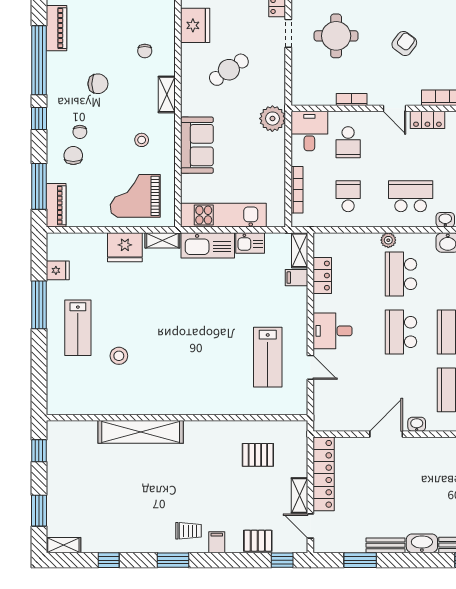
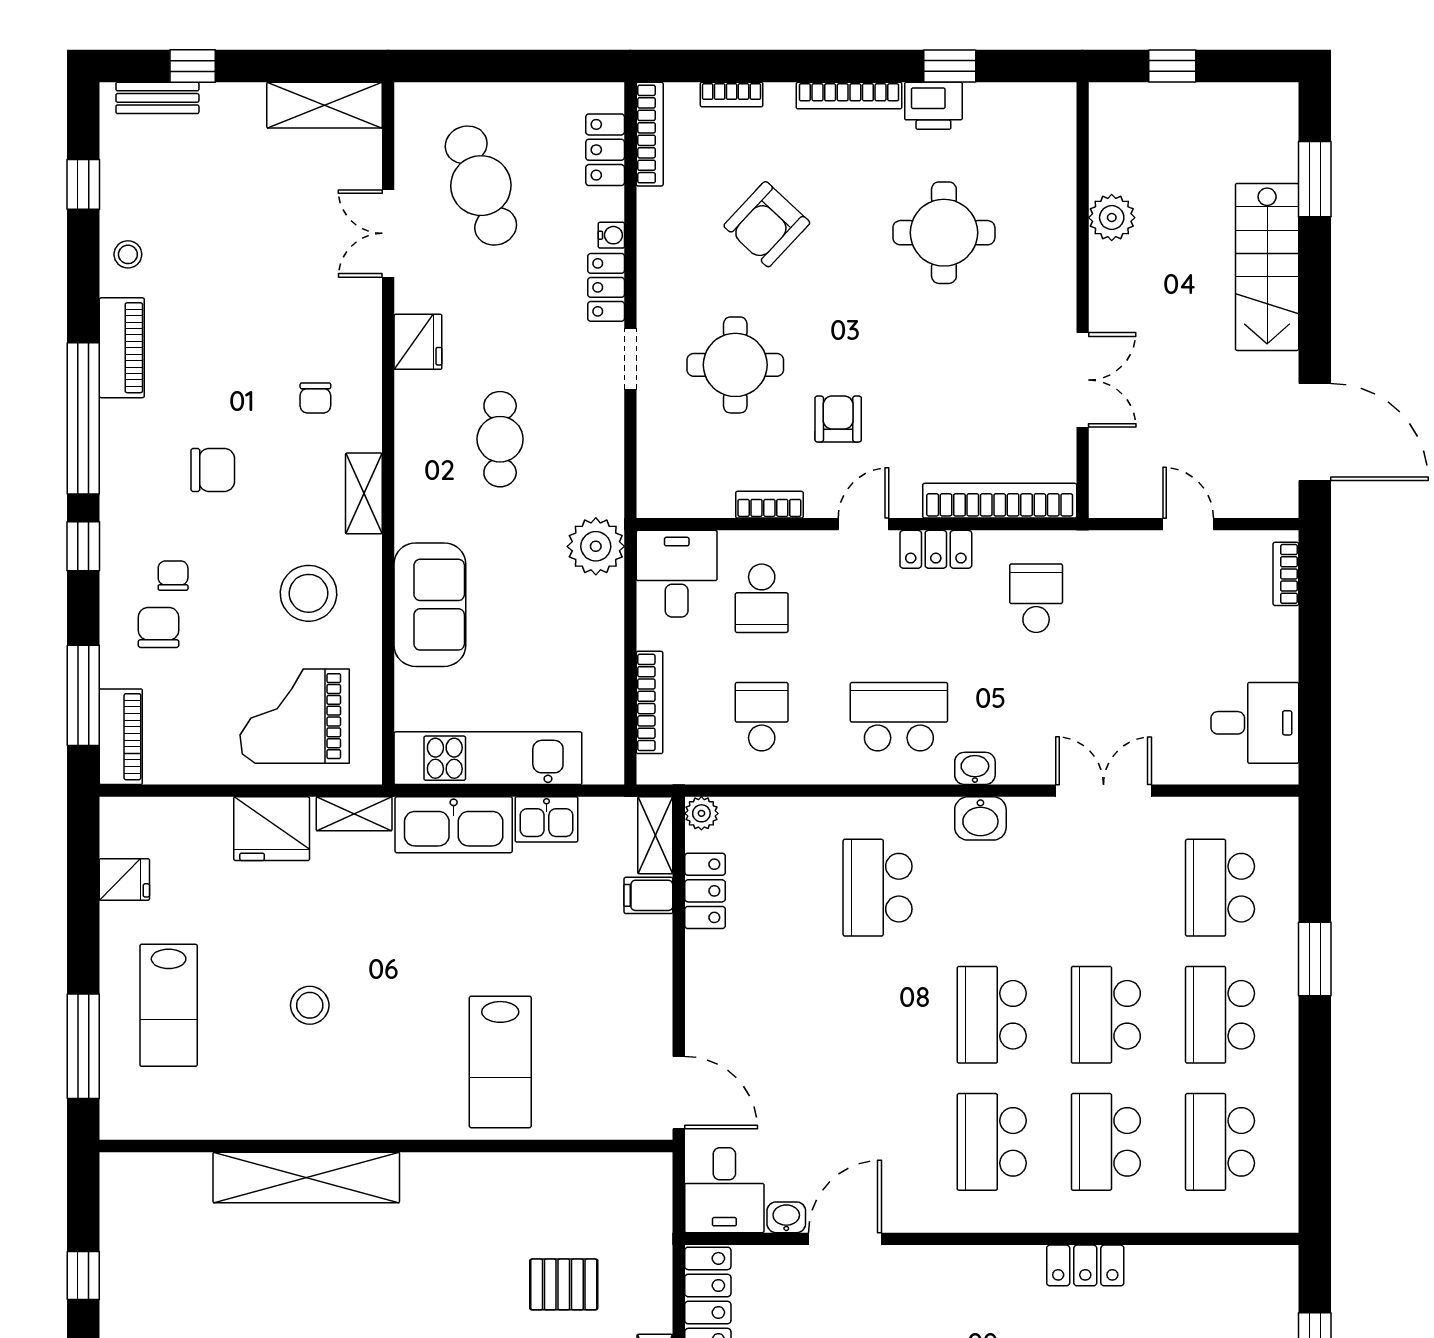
fridge: (195, 25) -> (418, 342), width x0.73, depth x0.75
armchair: (404, 44) -> (838, 419), moved, turned -37
cafe table: (229, 70) -> (500, 439), turned -55
door: (394, 108) -> (863, 524), swing flipped
chair: (80, 132) -> (173, 576), turned 180
stool: (142, 140) -> (308, 593), width x1.89, depth x1.89
plant: (388, 240) -> (701, 813), moved
window: (39, 305) -> (83, 1046), moved
desk: (333, 331) -> (724, 1190), moved, turned -90
school desk: (401, 332) -> (878, 1015), removed
stool: (119, 356) -> (310, 1005), moved
lab bench: (268, 357) -> (500, 1062), moved
door: (310, 367) -> (679, 1093), width x1.37
wall: (177, 418) -> (386, 1146), moved
washbasin: (417, 424) -> (786, 1217), moved
shelving: (141, 432) -> (306, 1177), moved

